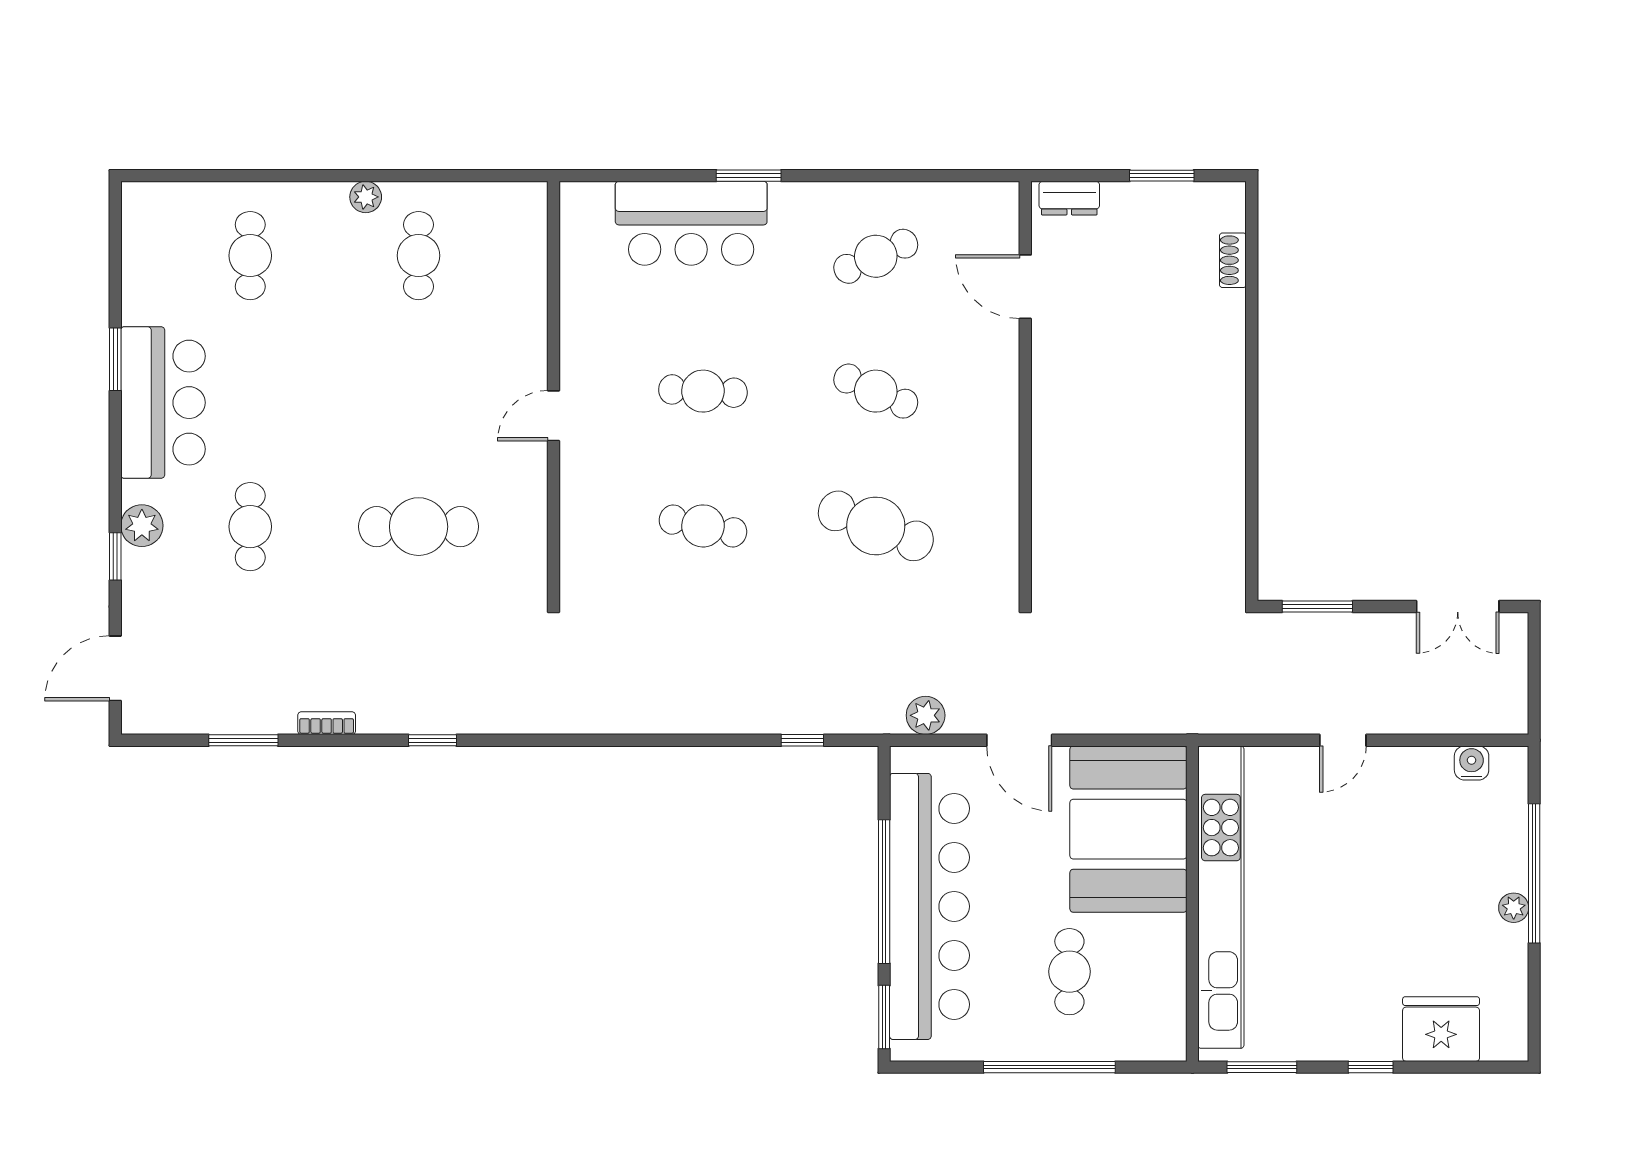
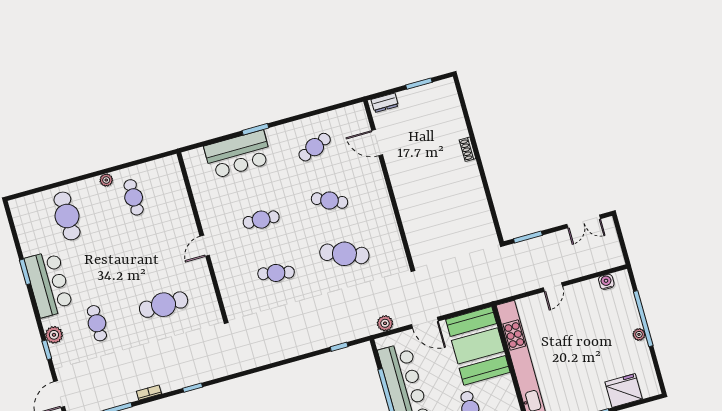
cafe table: (250, 256) -> (67, 216), width x1.37, depth x1.35
shoe rack: (1233, 260) -> (468, 149), moved

